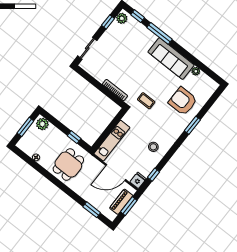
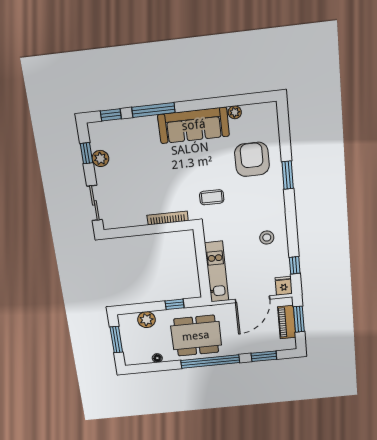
plant: (122, 18) -> (100, 158), moved
armchair: (183, 101) -> (252, 159), turned 90
plant: (42, 124) -> (146, 320), moved
dining table: (68, 165) -> (196, 336), width x1.37
window: (61, 186) -> (210, 362), added

